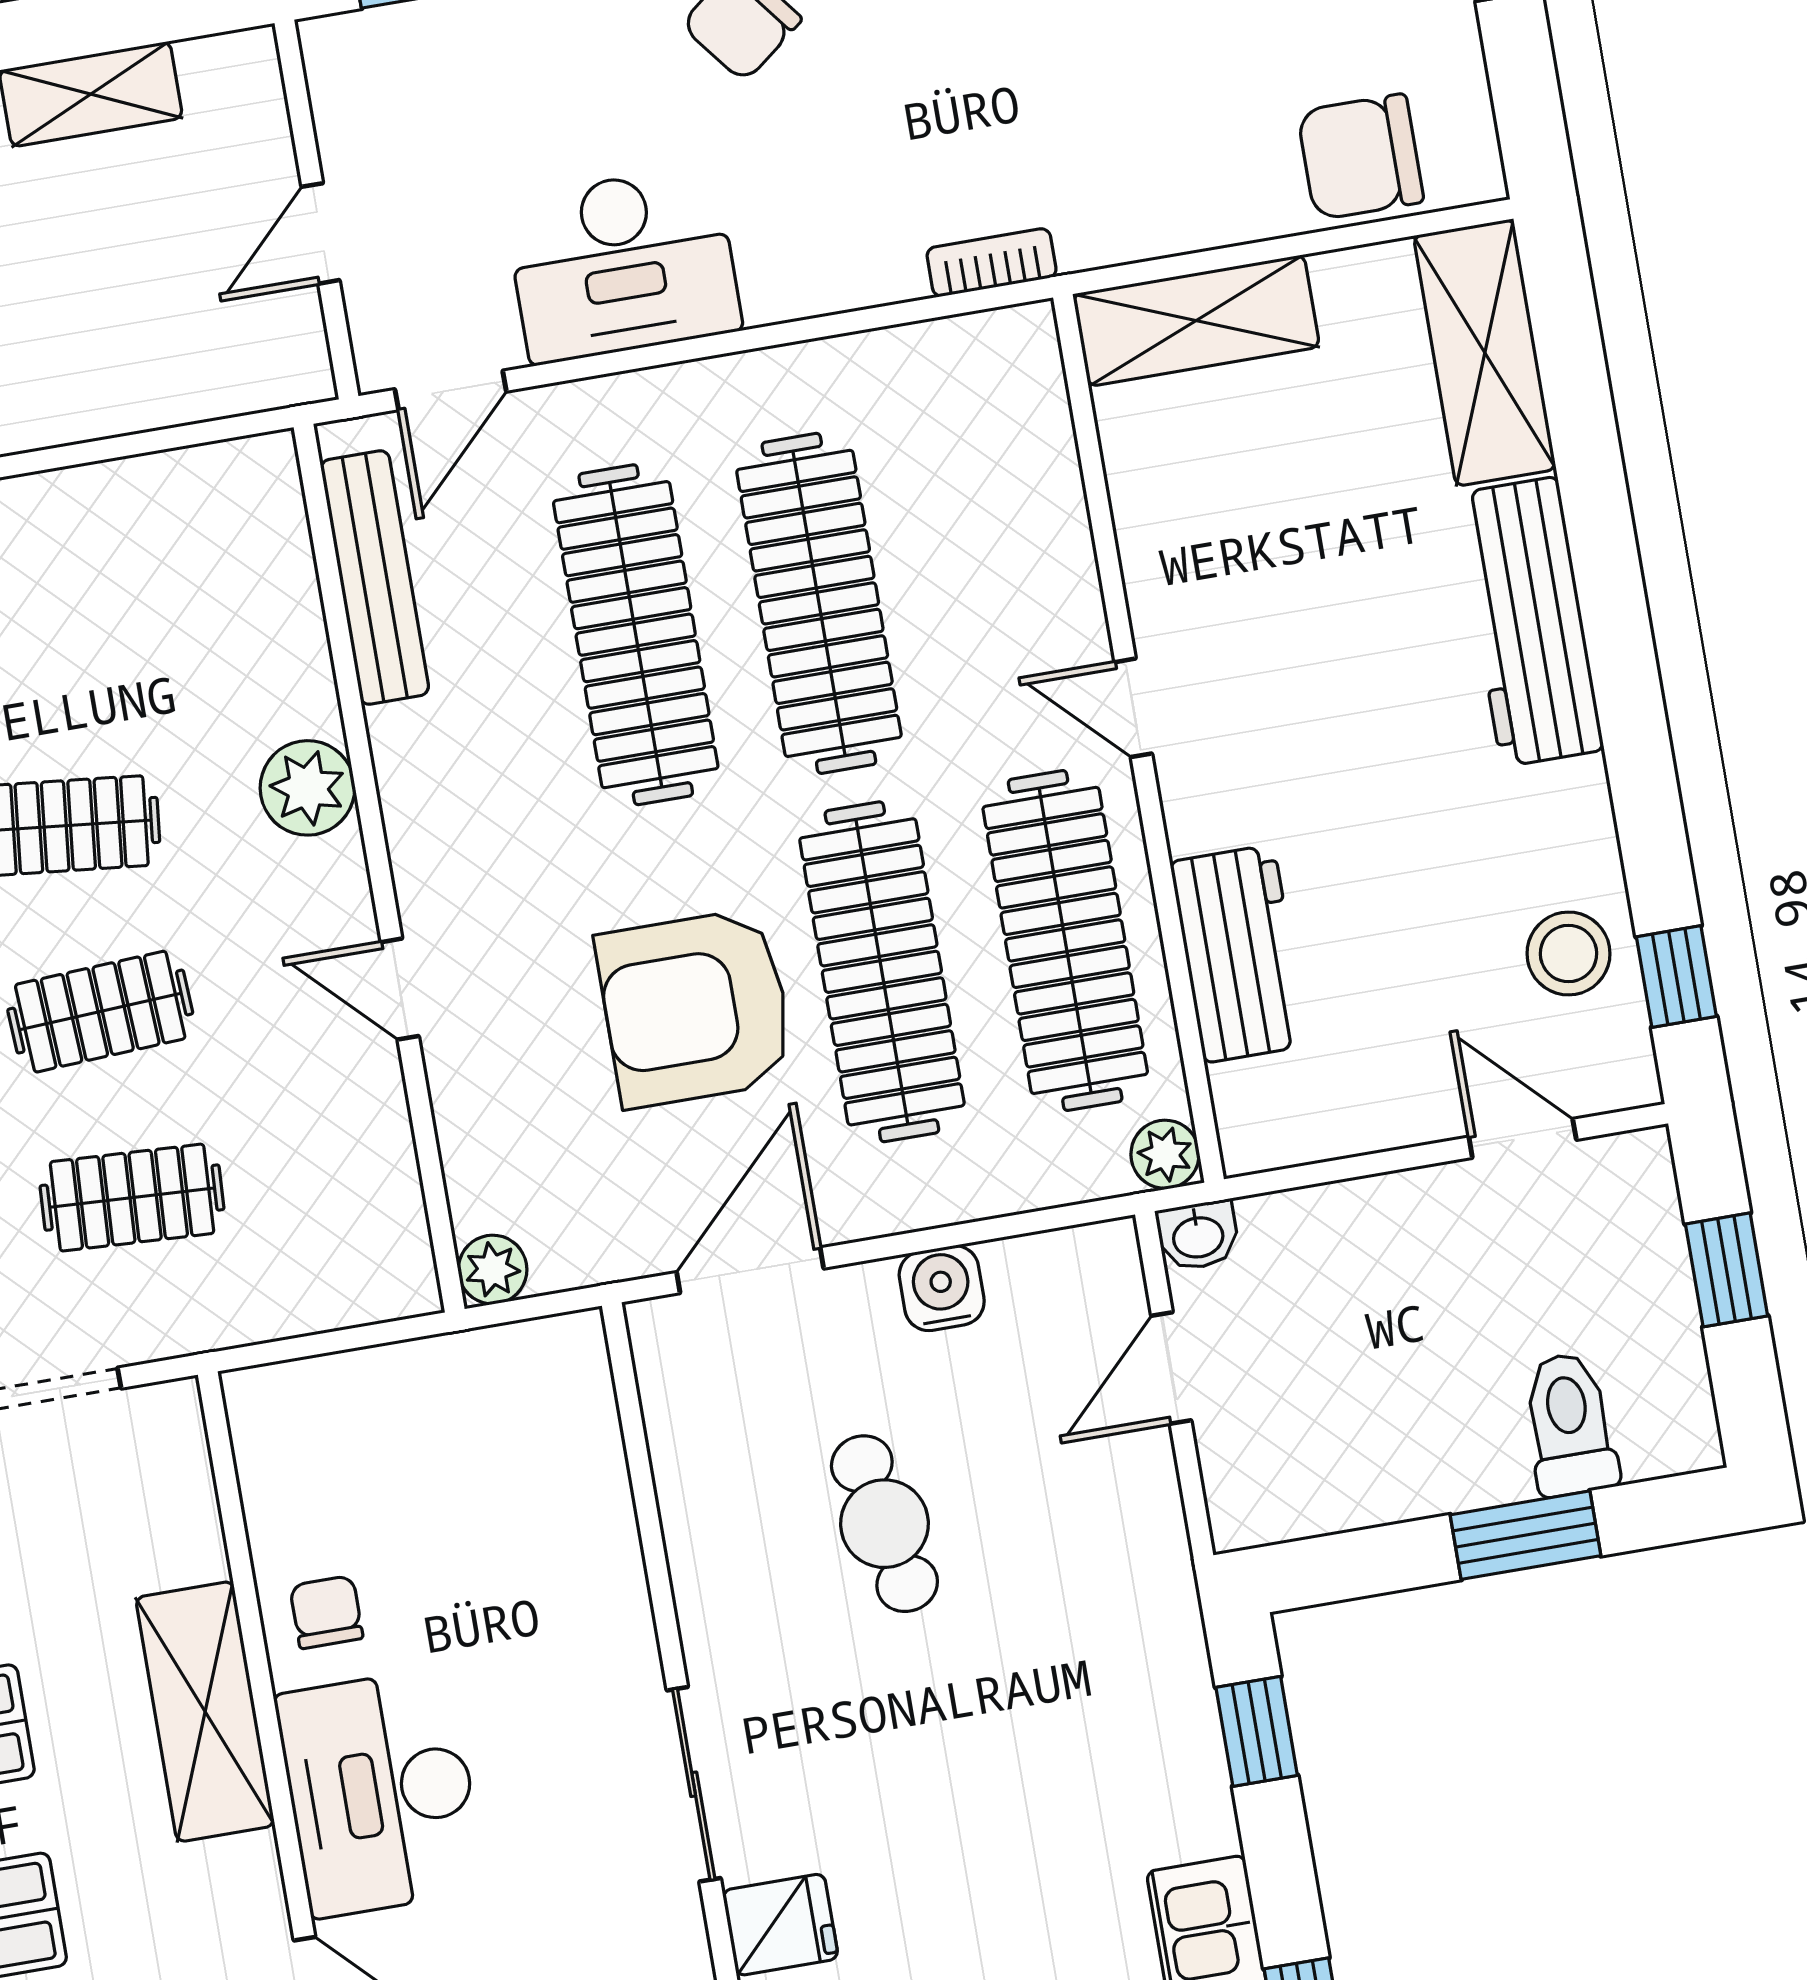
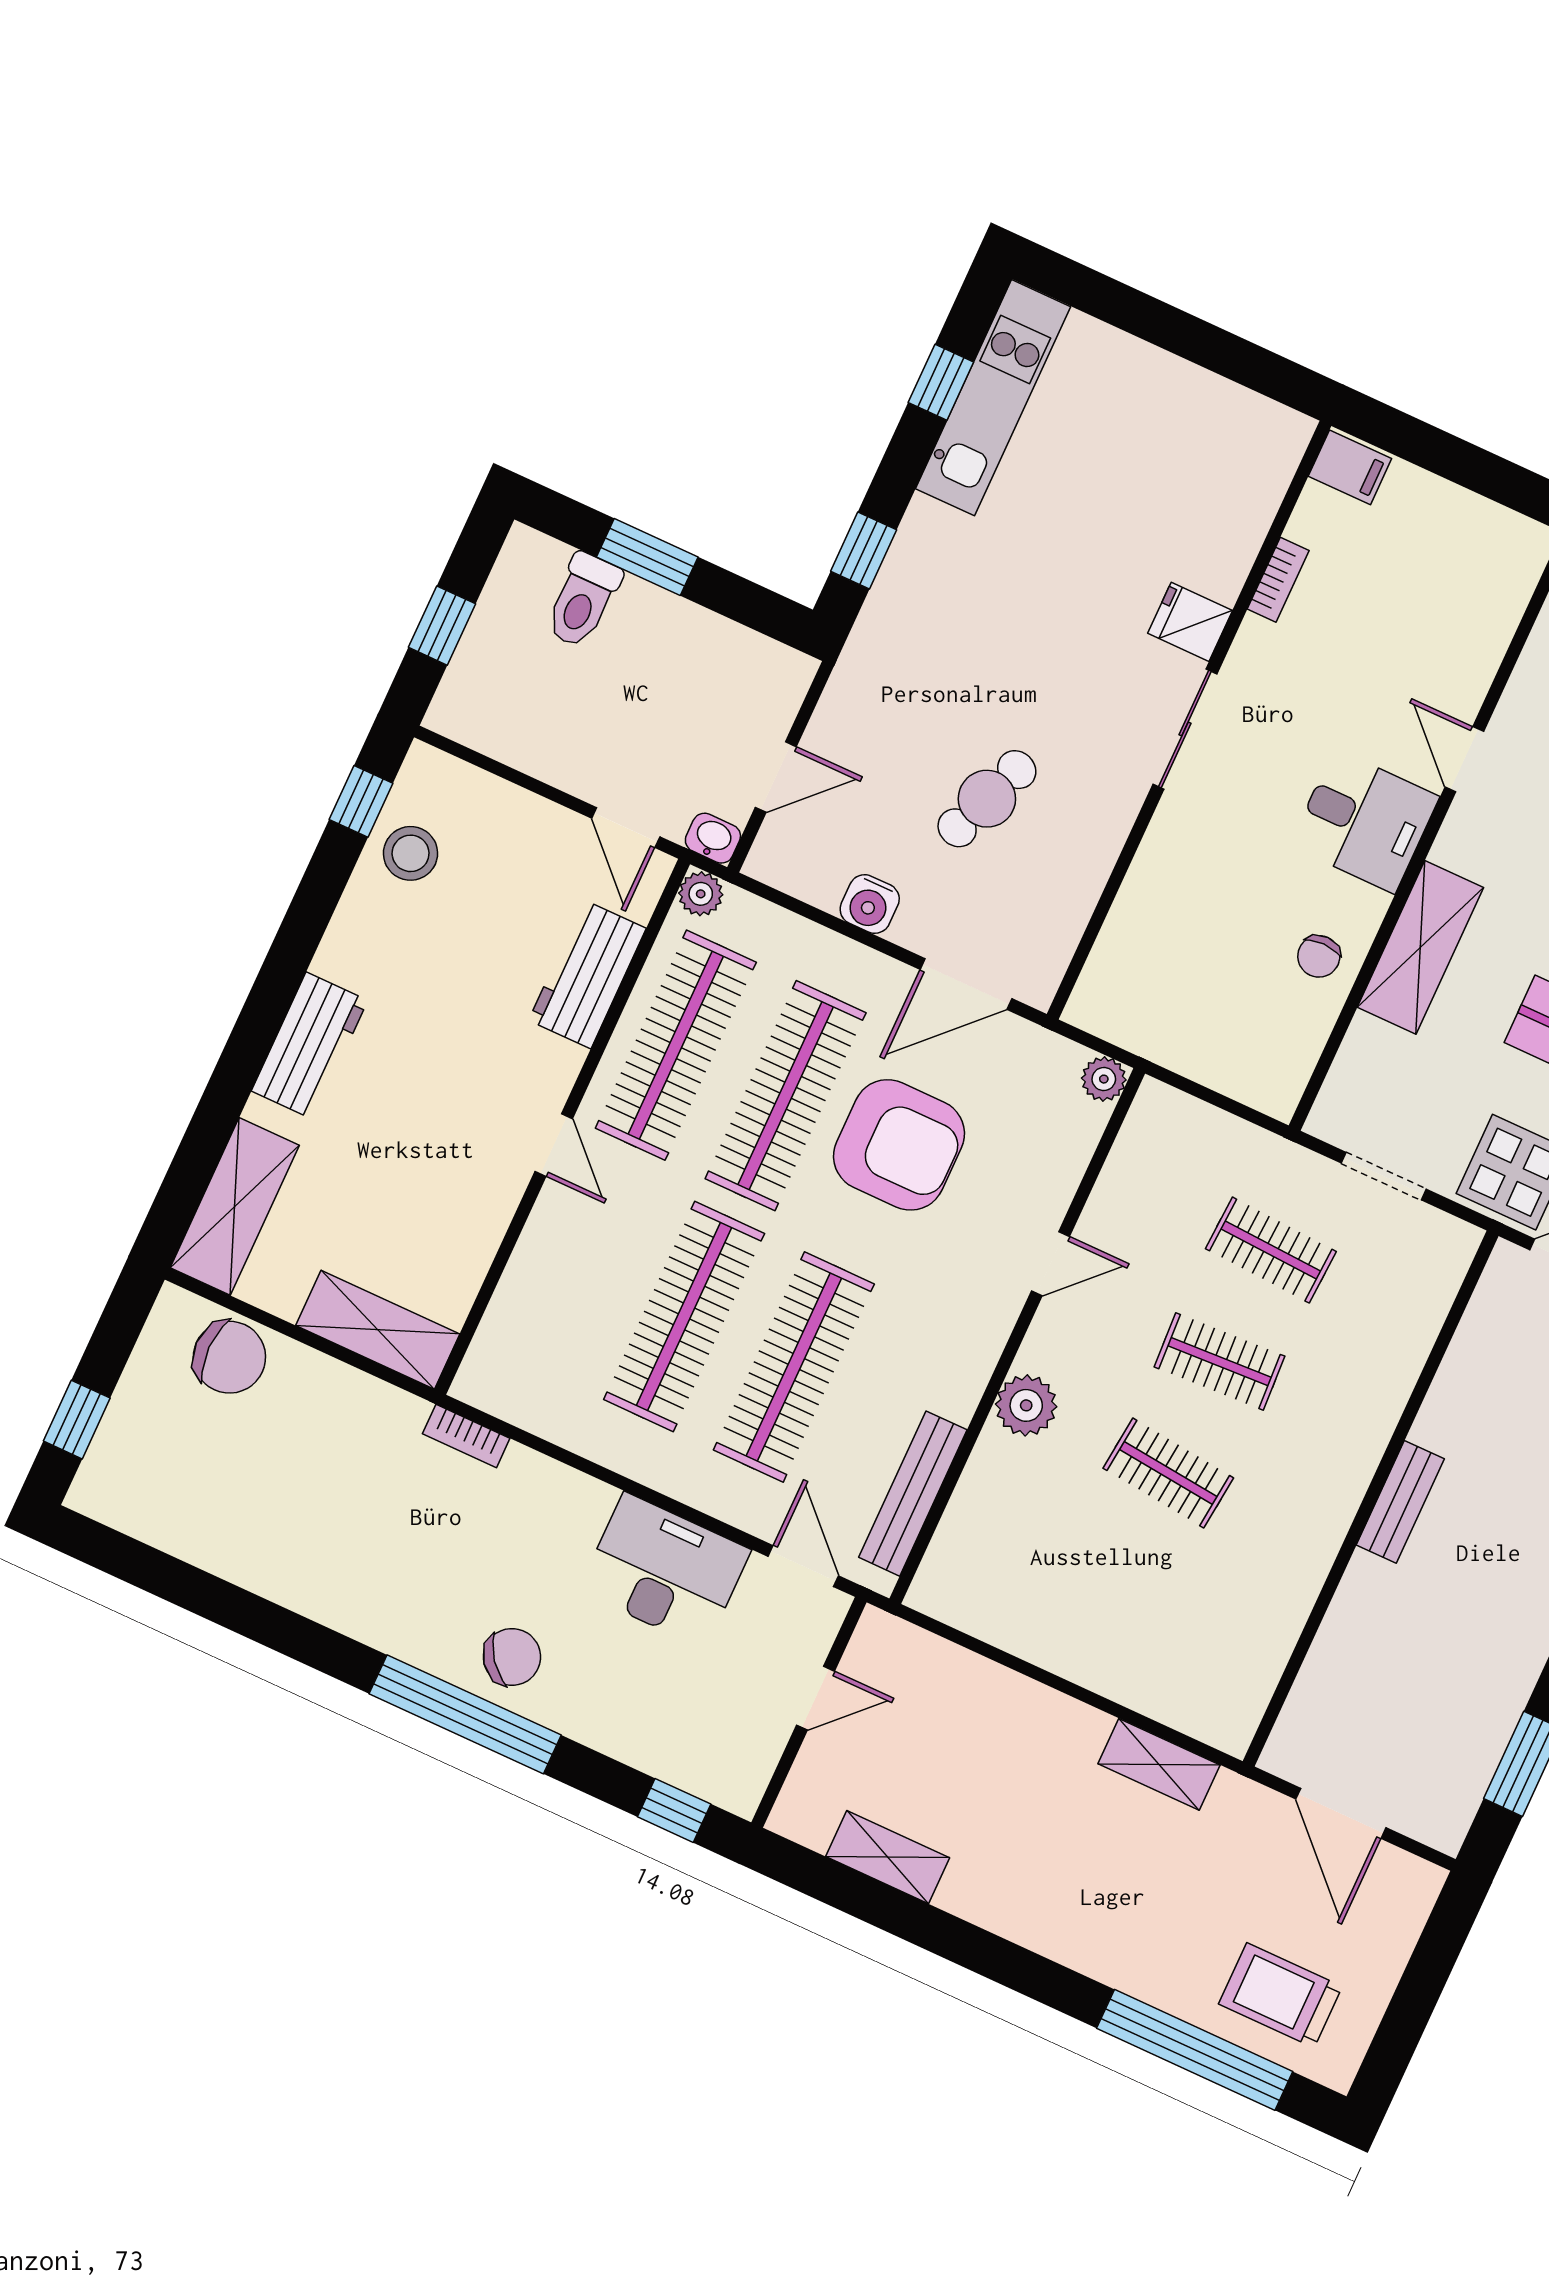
door: (451, 390) -> (803, 1566), hinge flipped
workbench: (1529, 622) -> (310, 1046), width x0.73
door: (400, 989) -> (1051, 1264), hinge flipped
door: (1523, 1138) -> (626, 828), moved
cafe table: (884, 1524) -> (987, 799), turned 32
desk: (381, 1793) -> (1364, 821), width x0.73

